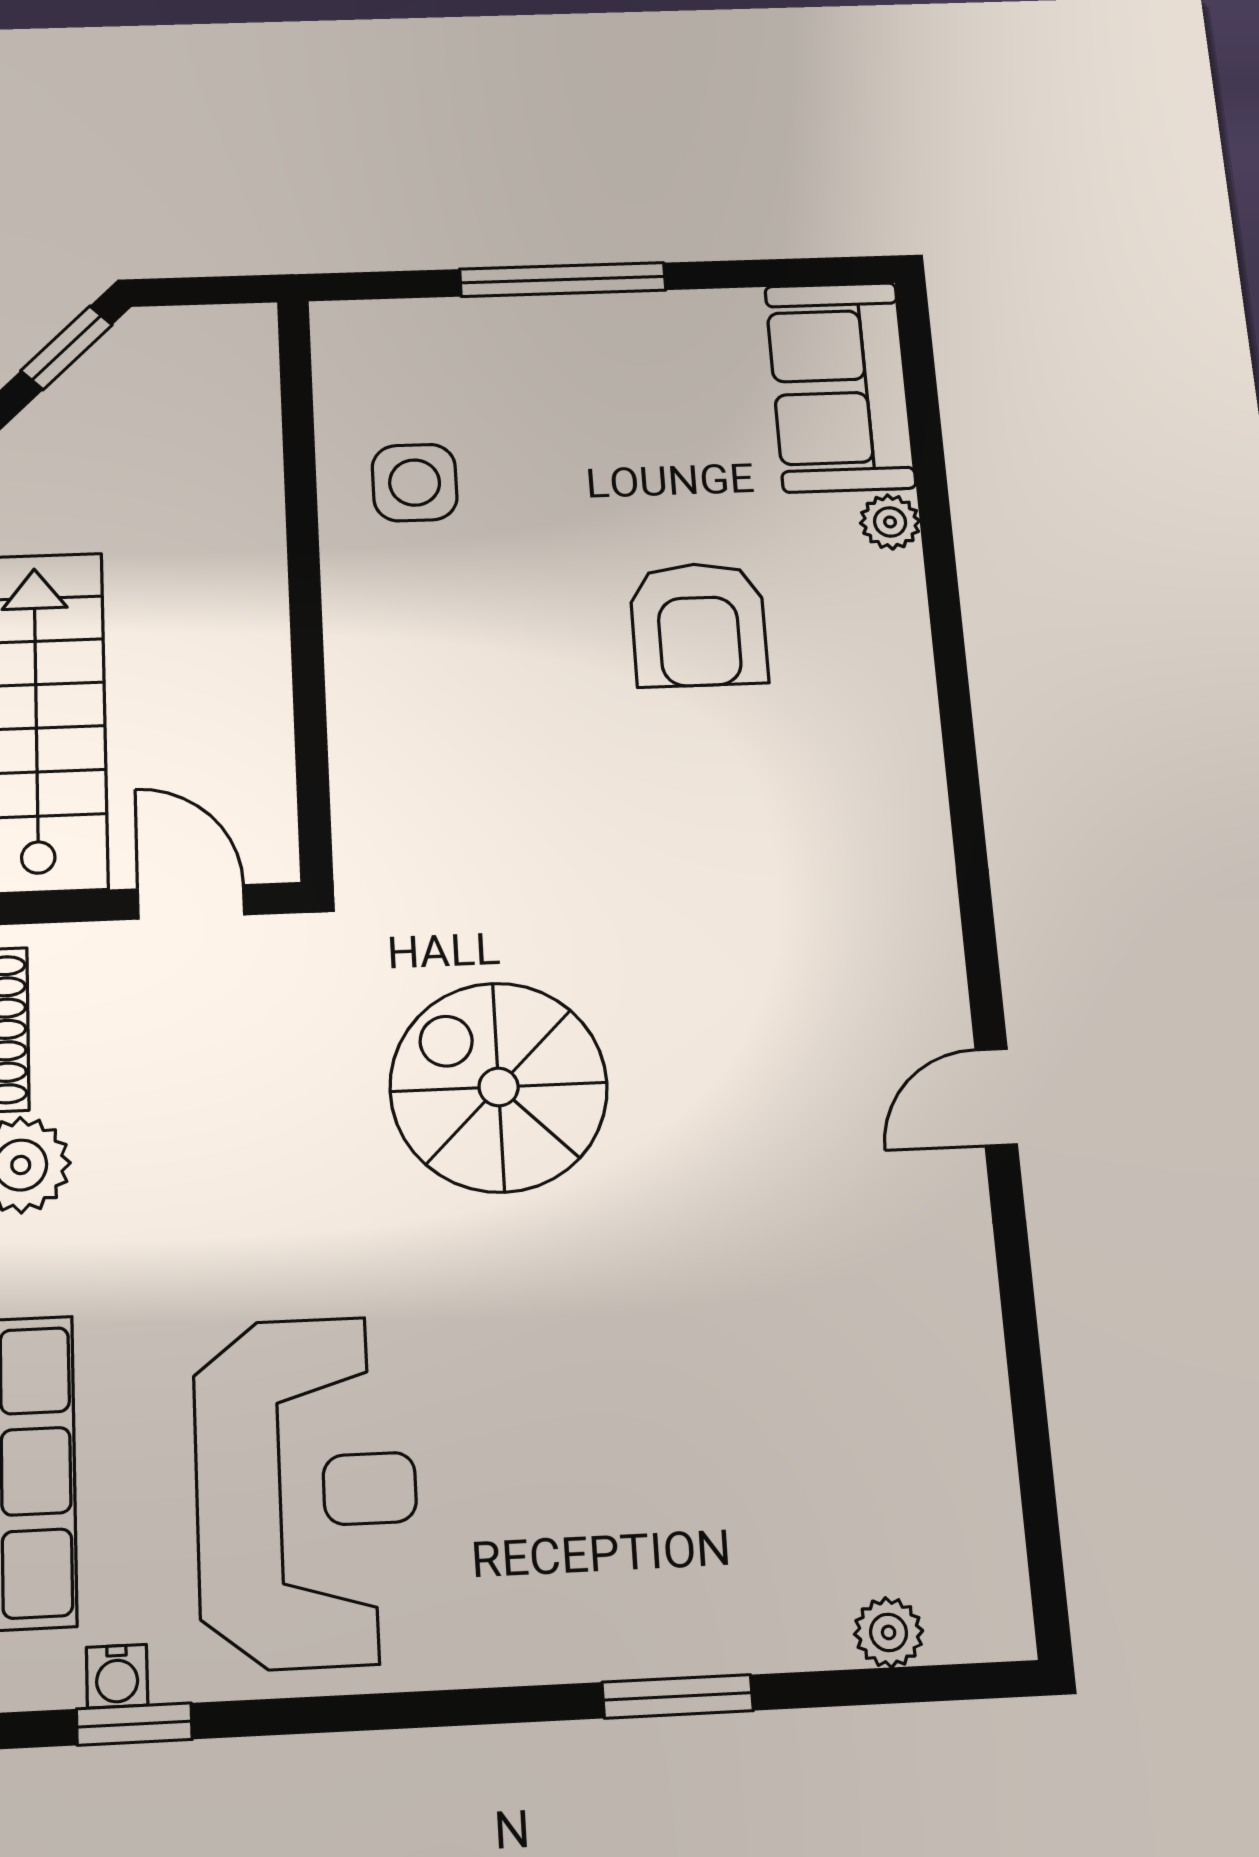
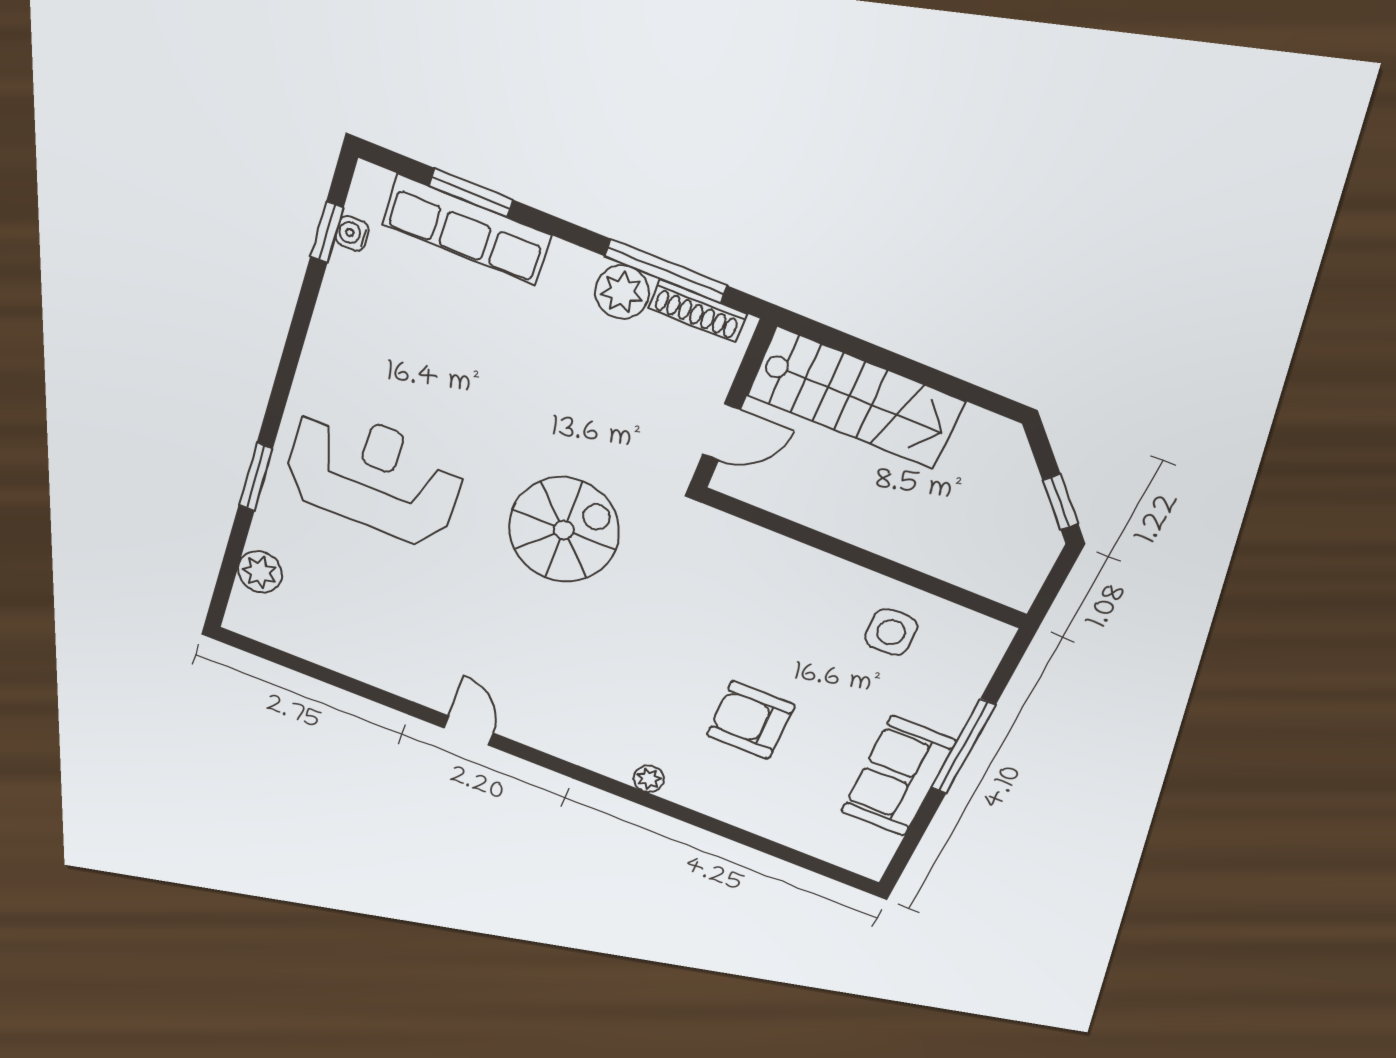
sofa: (840, 387) -> (898, 776), moved, turned -90
plant: (890, 522) -> (649, 779), moved
reception desk: (306, 1492) -> (374, 476), moved, turned 180
plant: (889, 1632) -> (260, 572), width x1.38, depth x1.38

